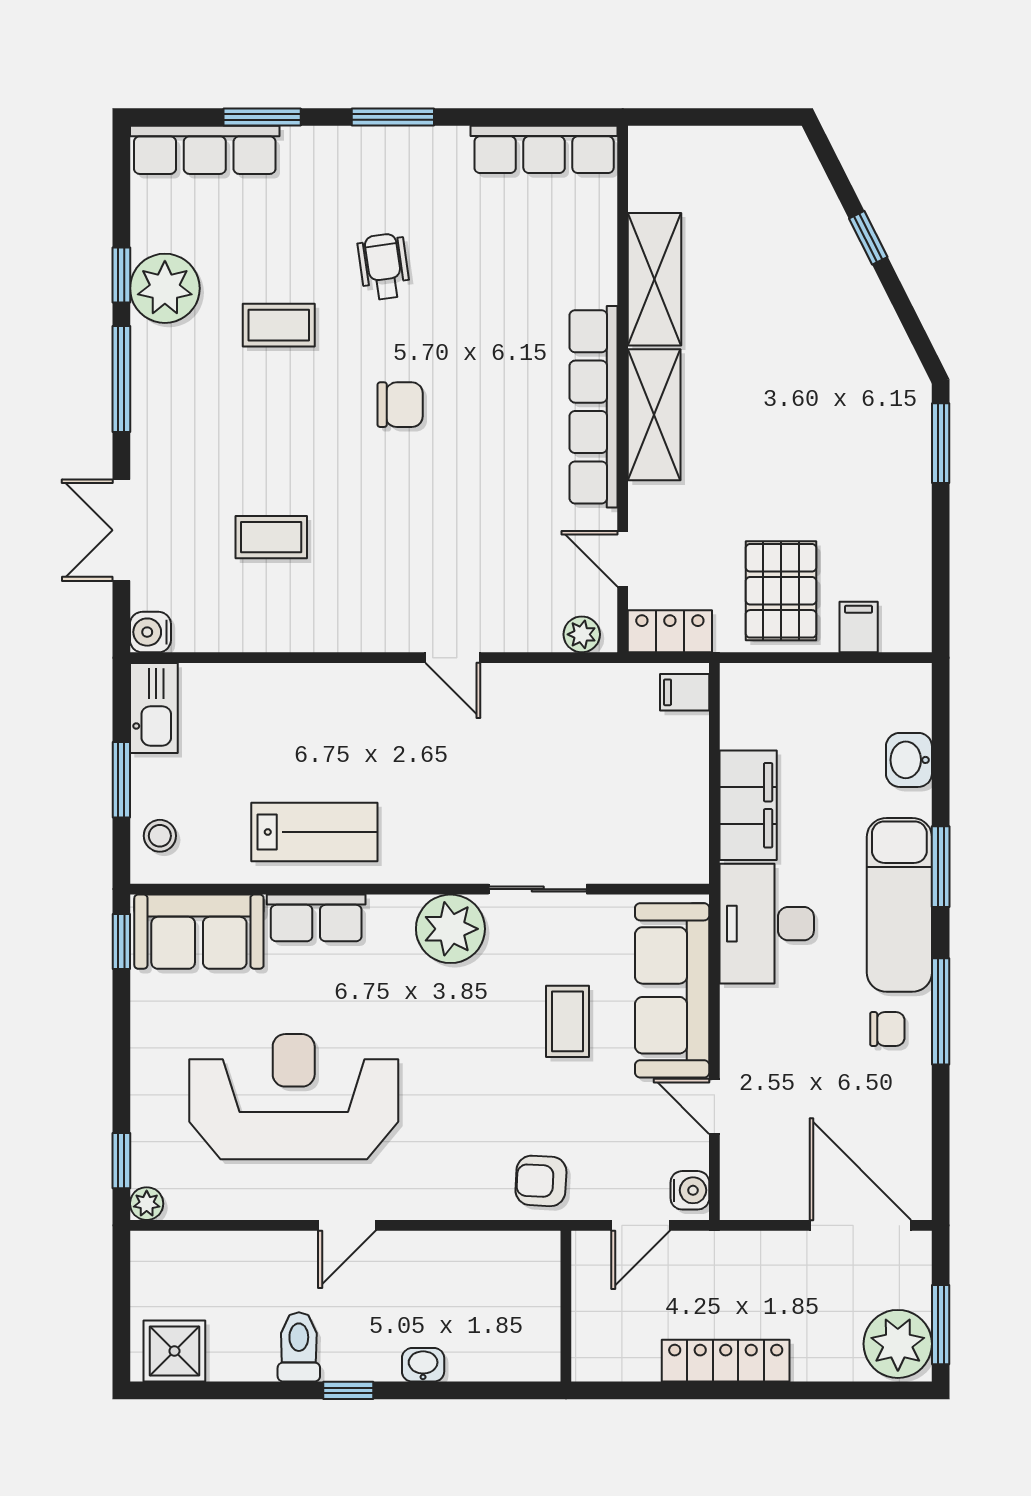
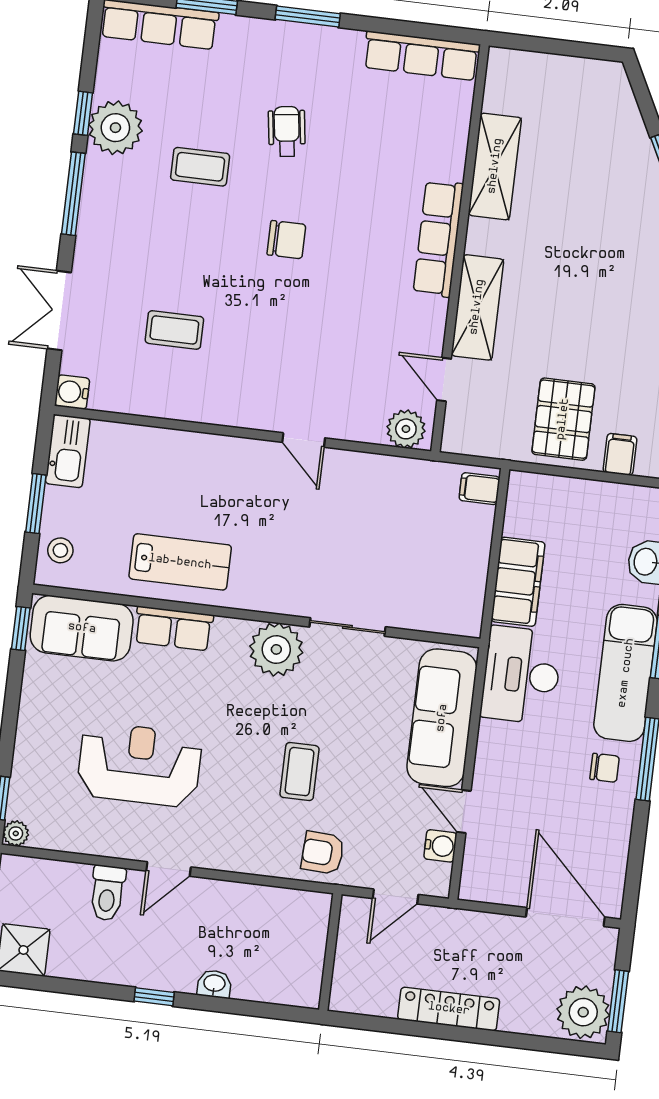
row of seats: (594, 407) -> (438, 239), width x0.73
shelving: (654, 415) -> (477, 307), moved
locker: (670, 631) -> (474, 440), removed
plant: (582, 634) -> (406, 429), width x1.38, depth x1.38
coffee table: (568, 1021) -> (300, 772), moved
reception desk: (294, 1097) -> (139, 765), width x0.74, depth x0.77
water cooler: (690, 1190) -> (440, 846), moved
toilet: (299, 1347) -> (107, 893), moved, turned 180

